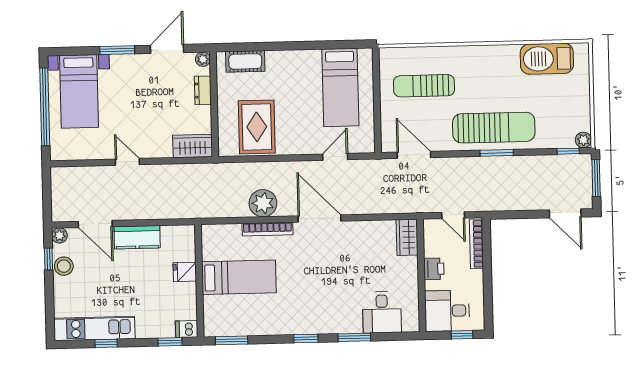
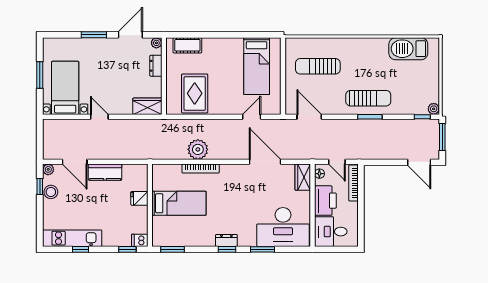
bed with nightstands: (79, 91) -> (65, 88), moved, turned 180
window: (45, 107) -> (40, 75), width x0.47
sun lounger: (494, 128) -> (368, 98), width x0.73, depth x0.75
door: (320, 218) -> (265, 162), moved
floor lamp: (430, 232) -> (319, 174), added
printer: (434, 269) -> (325, 201), width x1.87, depth x1.48
desk: (382, 312) -> (283, 227), width x1.87, depth x1.30
dresser: (305, 326) -> (226, 240), added
window: (462, 335) -> (341, 249), removed

